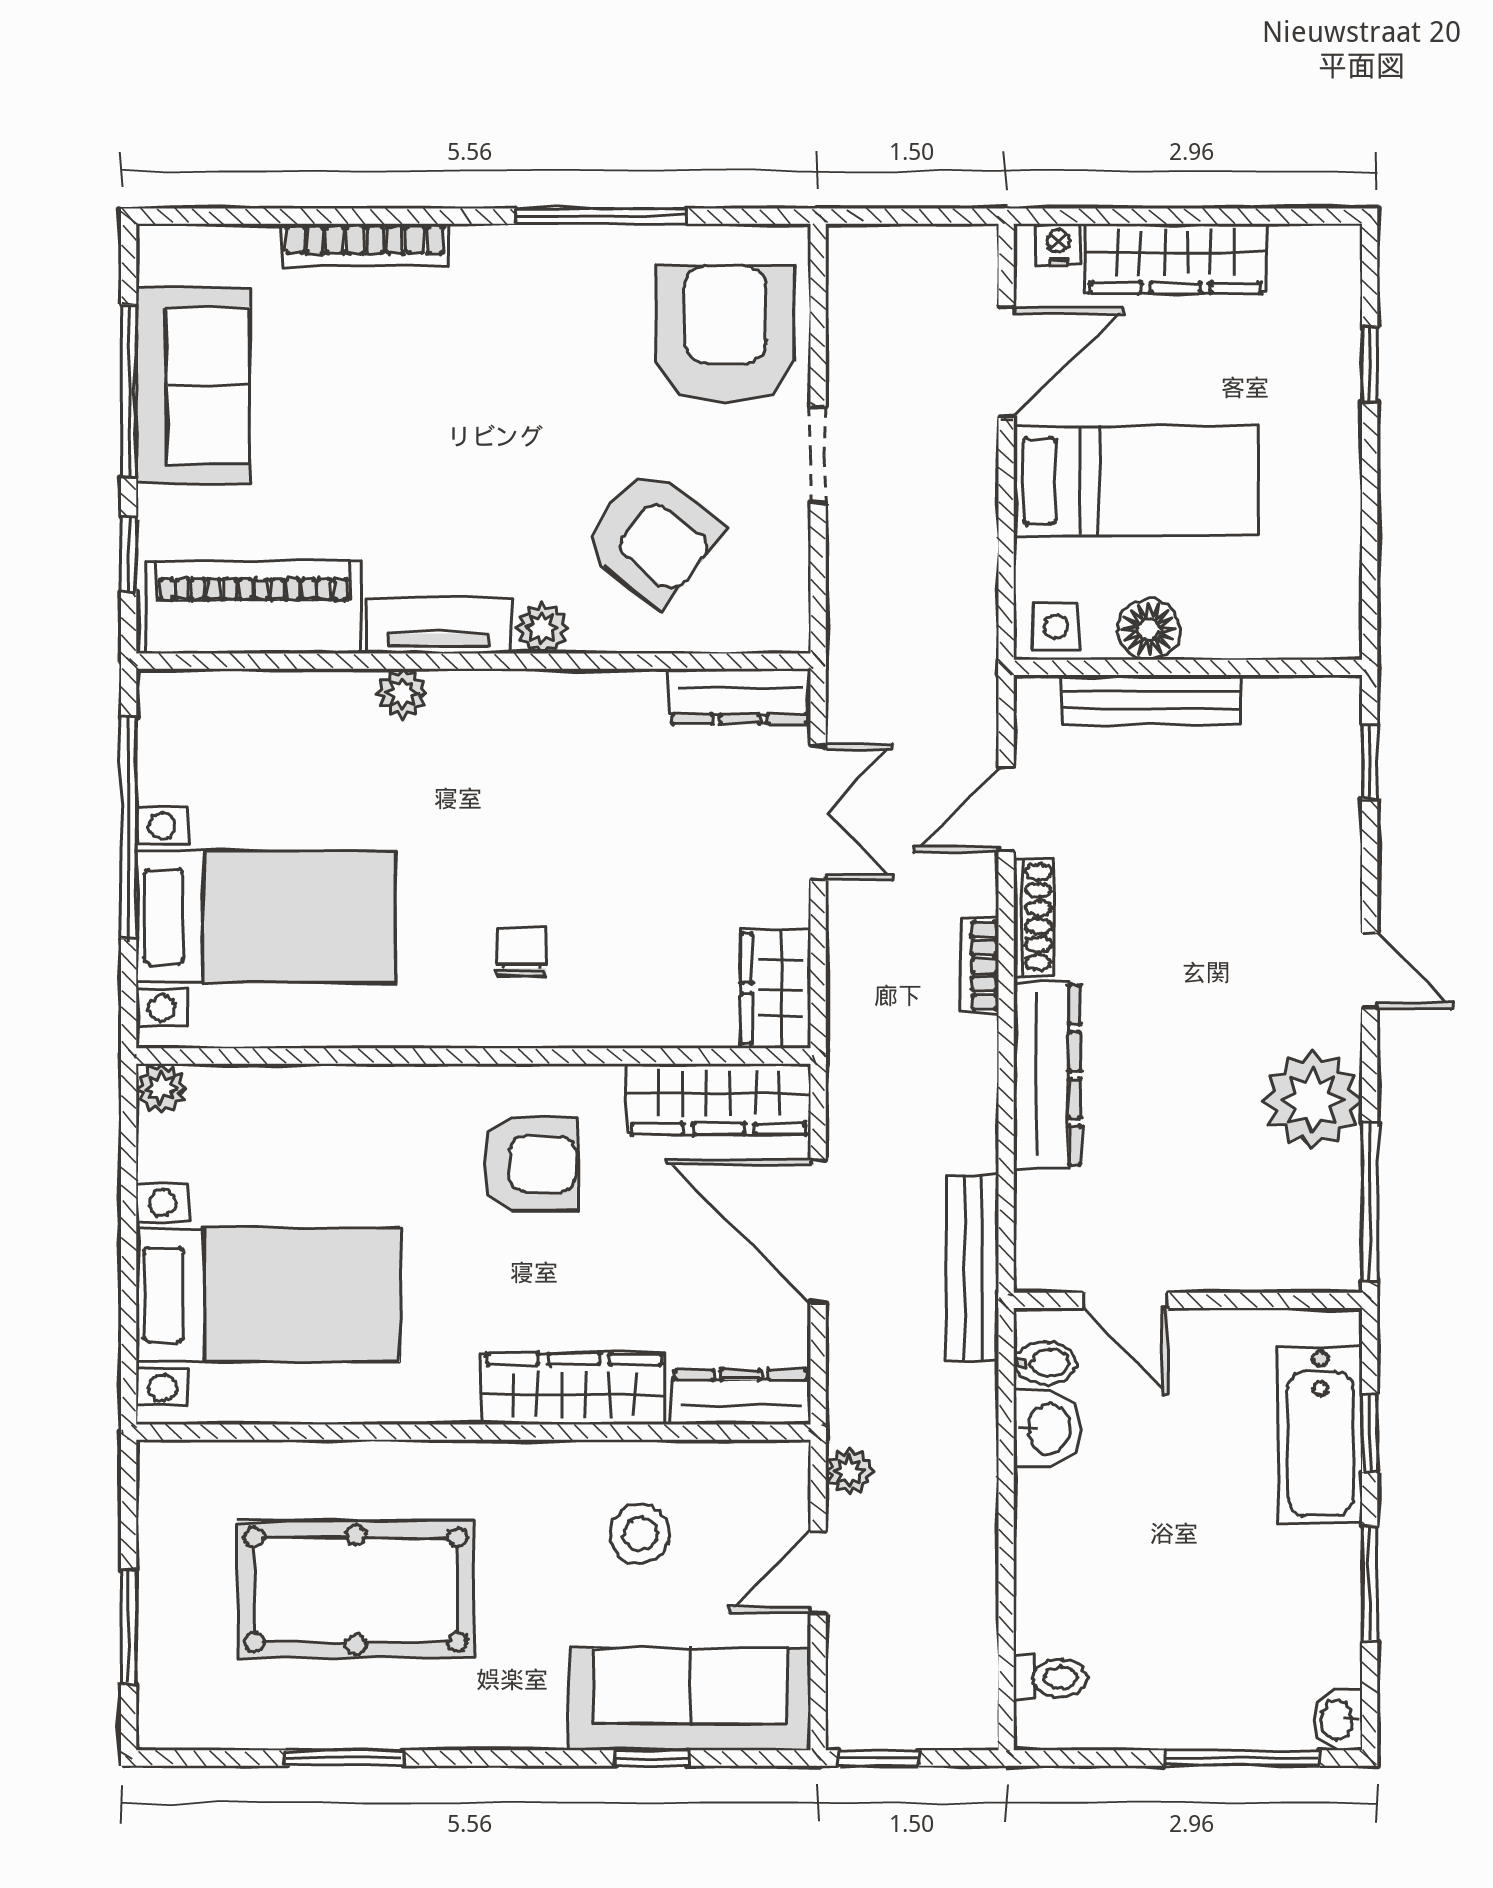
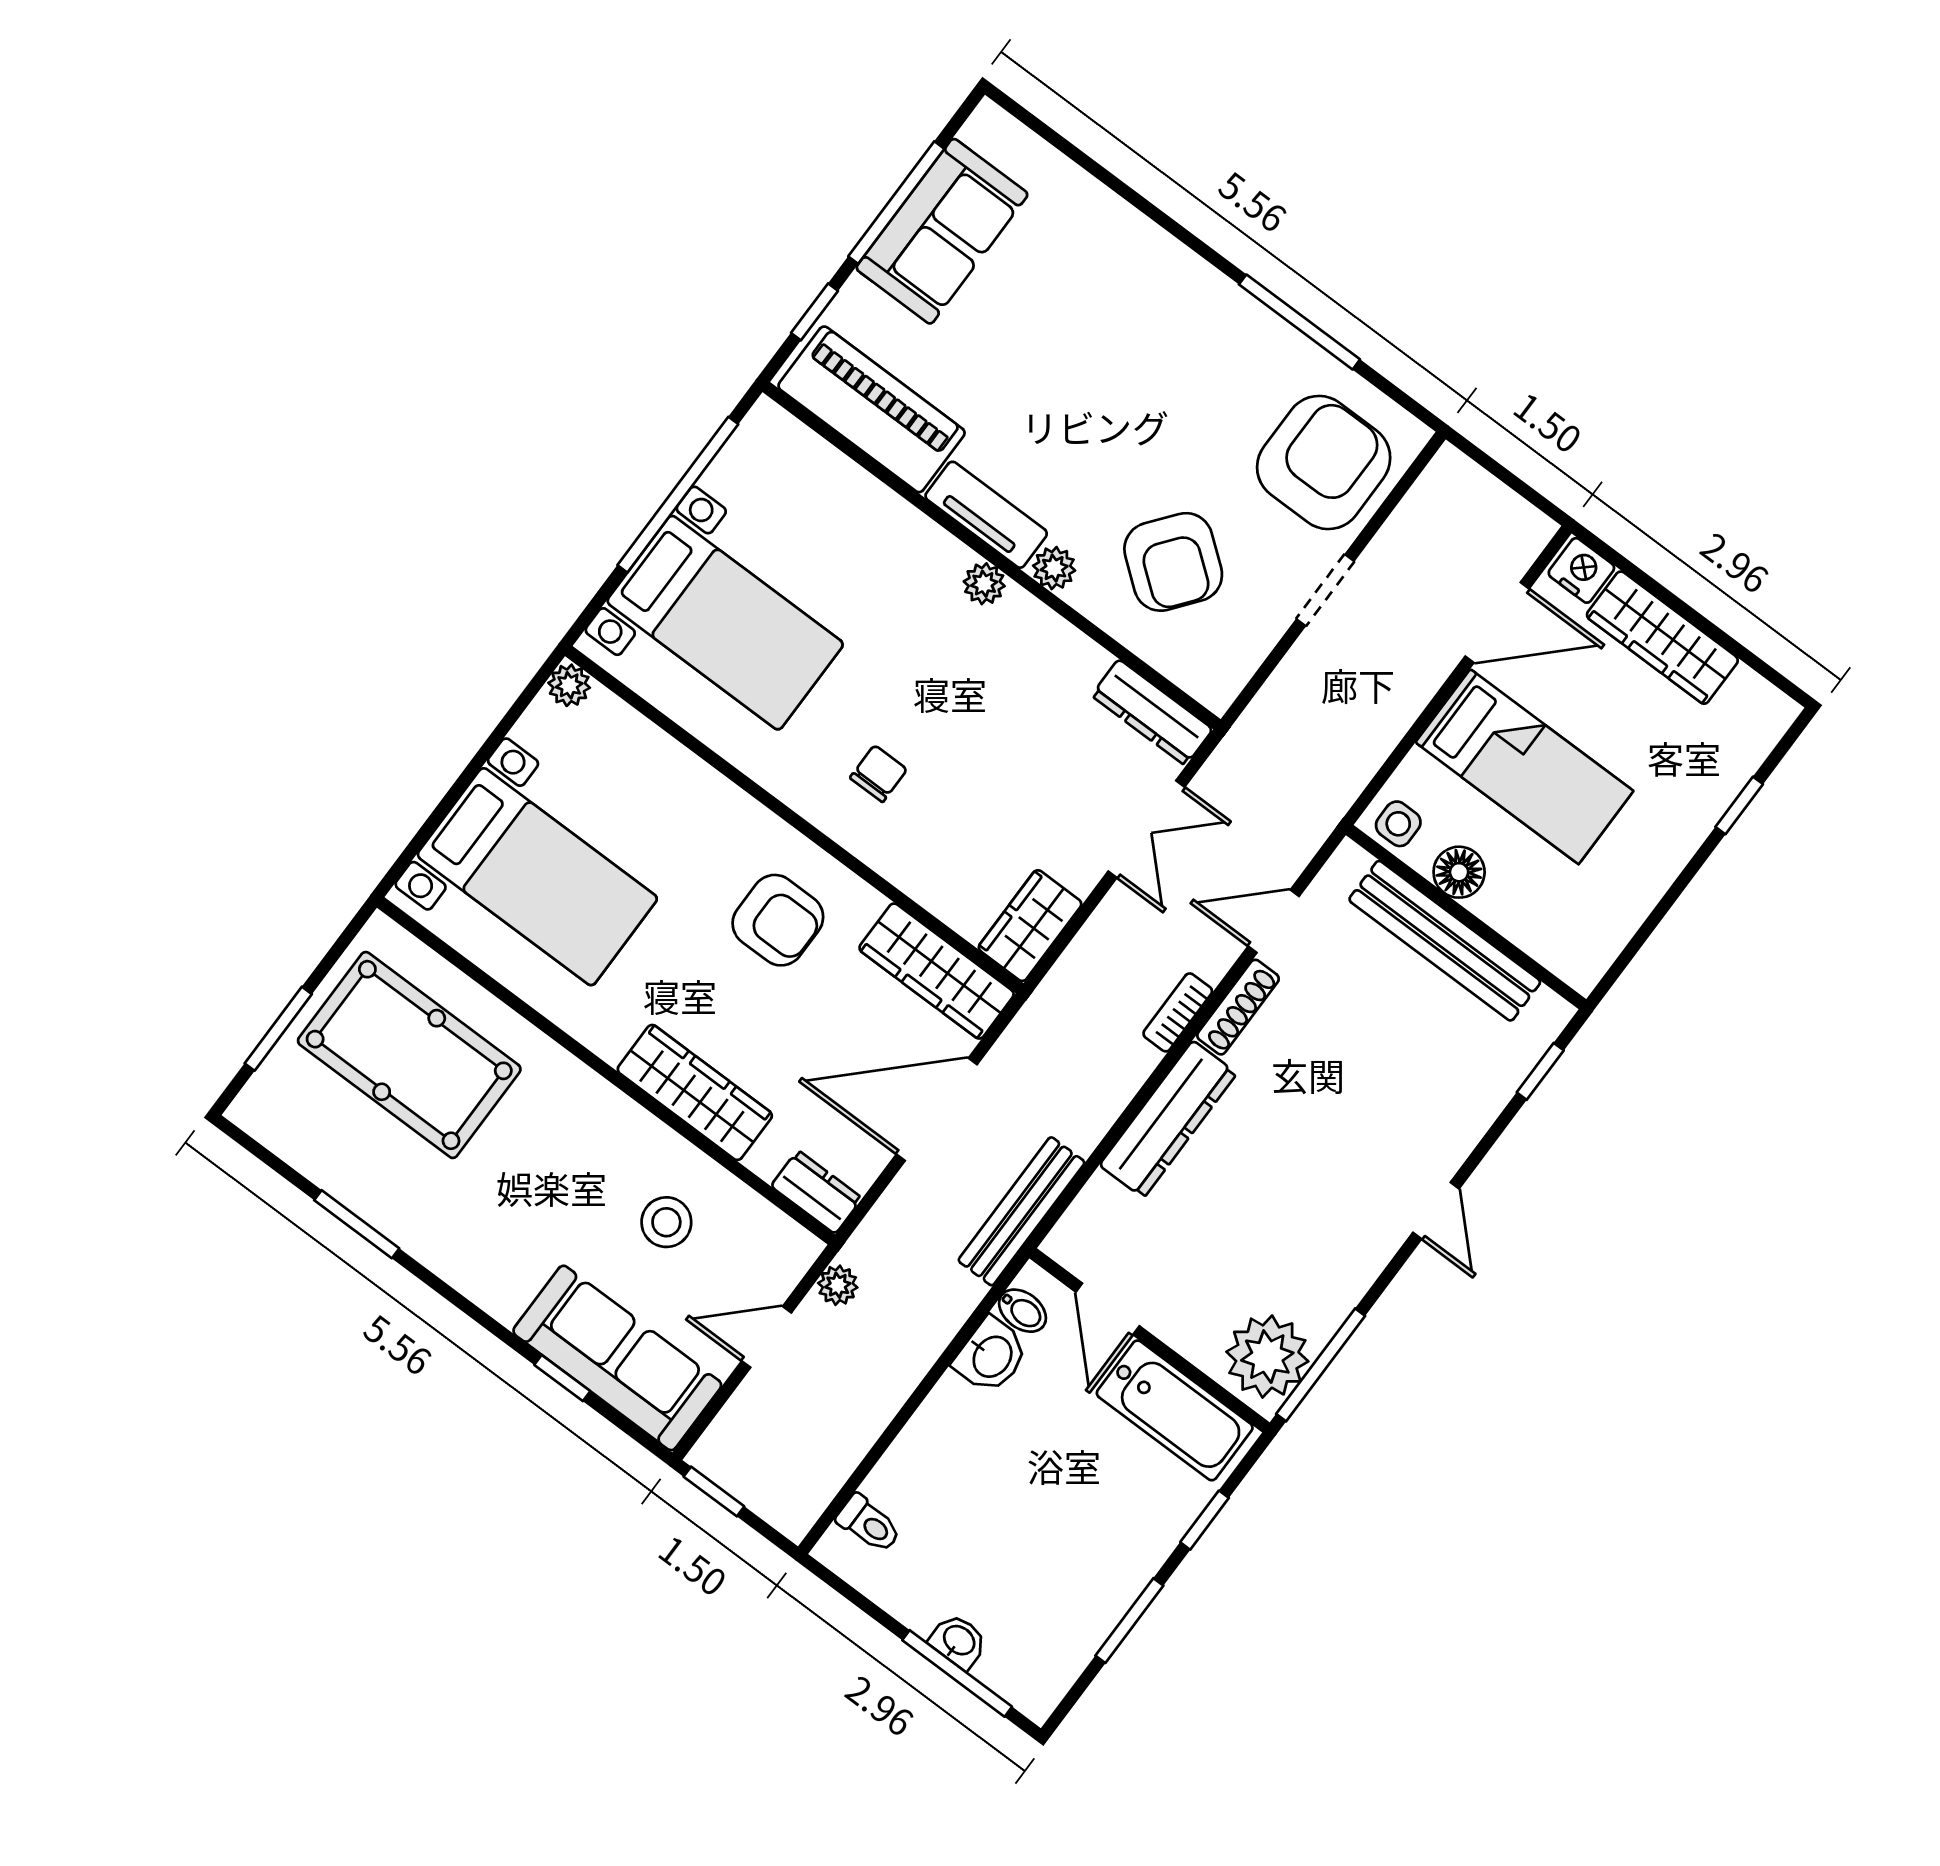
bookcase: (365, 245) -> (1127, 223), removed
nightstand: (1058, 245) -> (1581, 570), width x1.39, depth x1.35
plant: (402, 693) -> (984, 584), moved
bench: (1152, 700) -> (1445, 941), width x1.37, depth x1.21
plant: (1313, 1100) -> (1267, 1357), moved
door: (818, 1232) -> (937, 1109), hinge flipped
dresser: (741, 1397) -> (816, 1192), width x0.70
bathtub: (1321, 1435) -> (1175, 1410), moved, turned -90
pool table: (356, 1590) -> (409, 1055), moved
washbasin: (1338, 1720) -> (958, 1641), moved, turned 90

